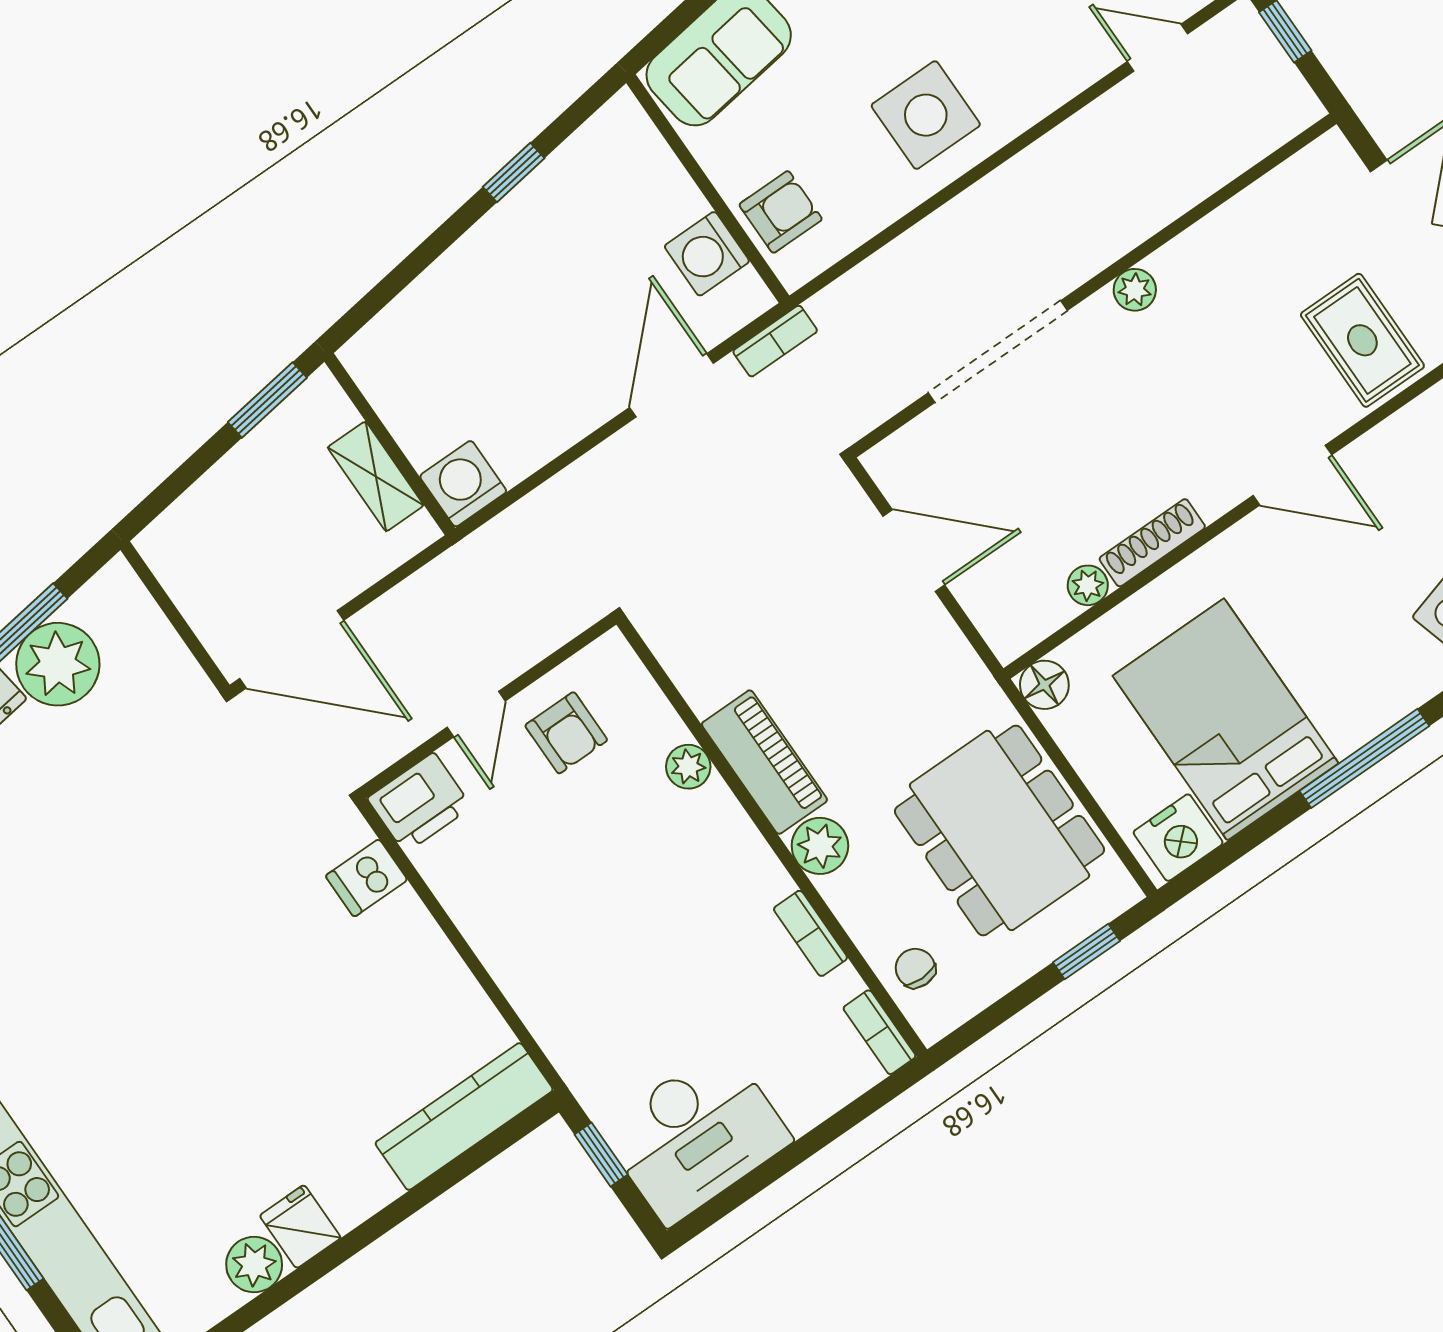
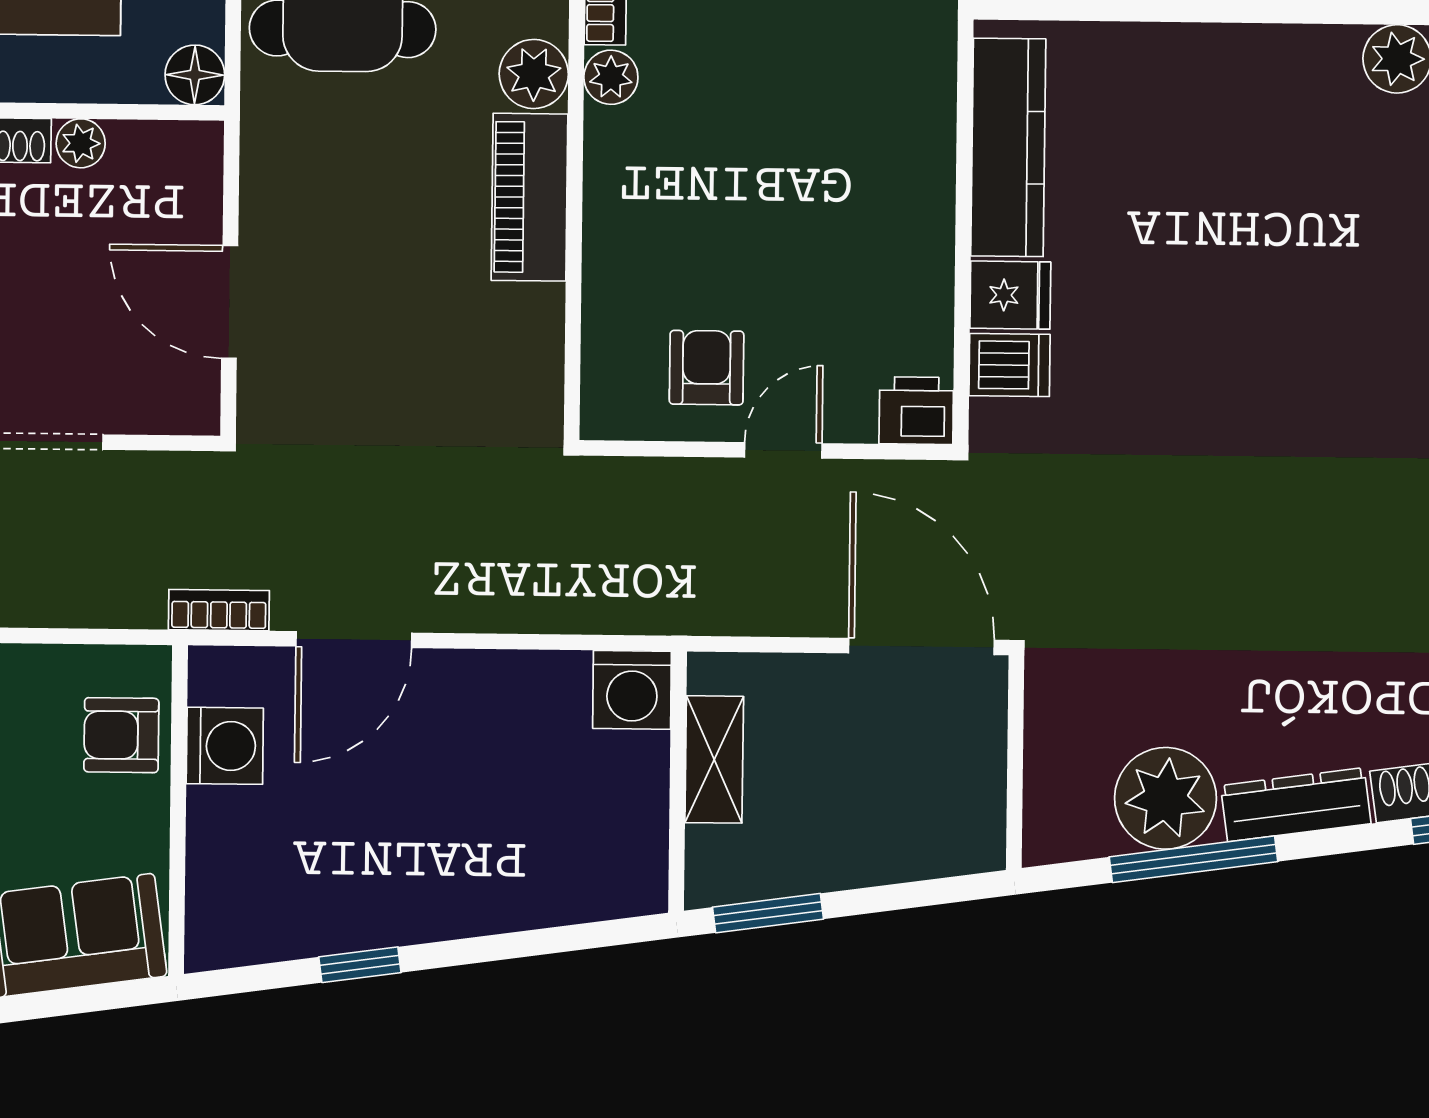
plant: (688, 767) -> (611, 77), moved
printer: (419, 803) -> (916, 411), width x0.73, depth x0.81
kitchen counter: (464, 1116) -> (1008, 147), moved, turned -90
fridge: (300, 1227) -> (1010, 295), moved, turned -90

